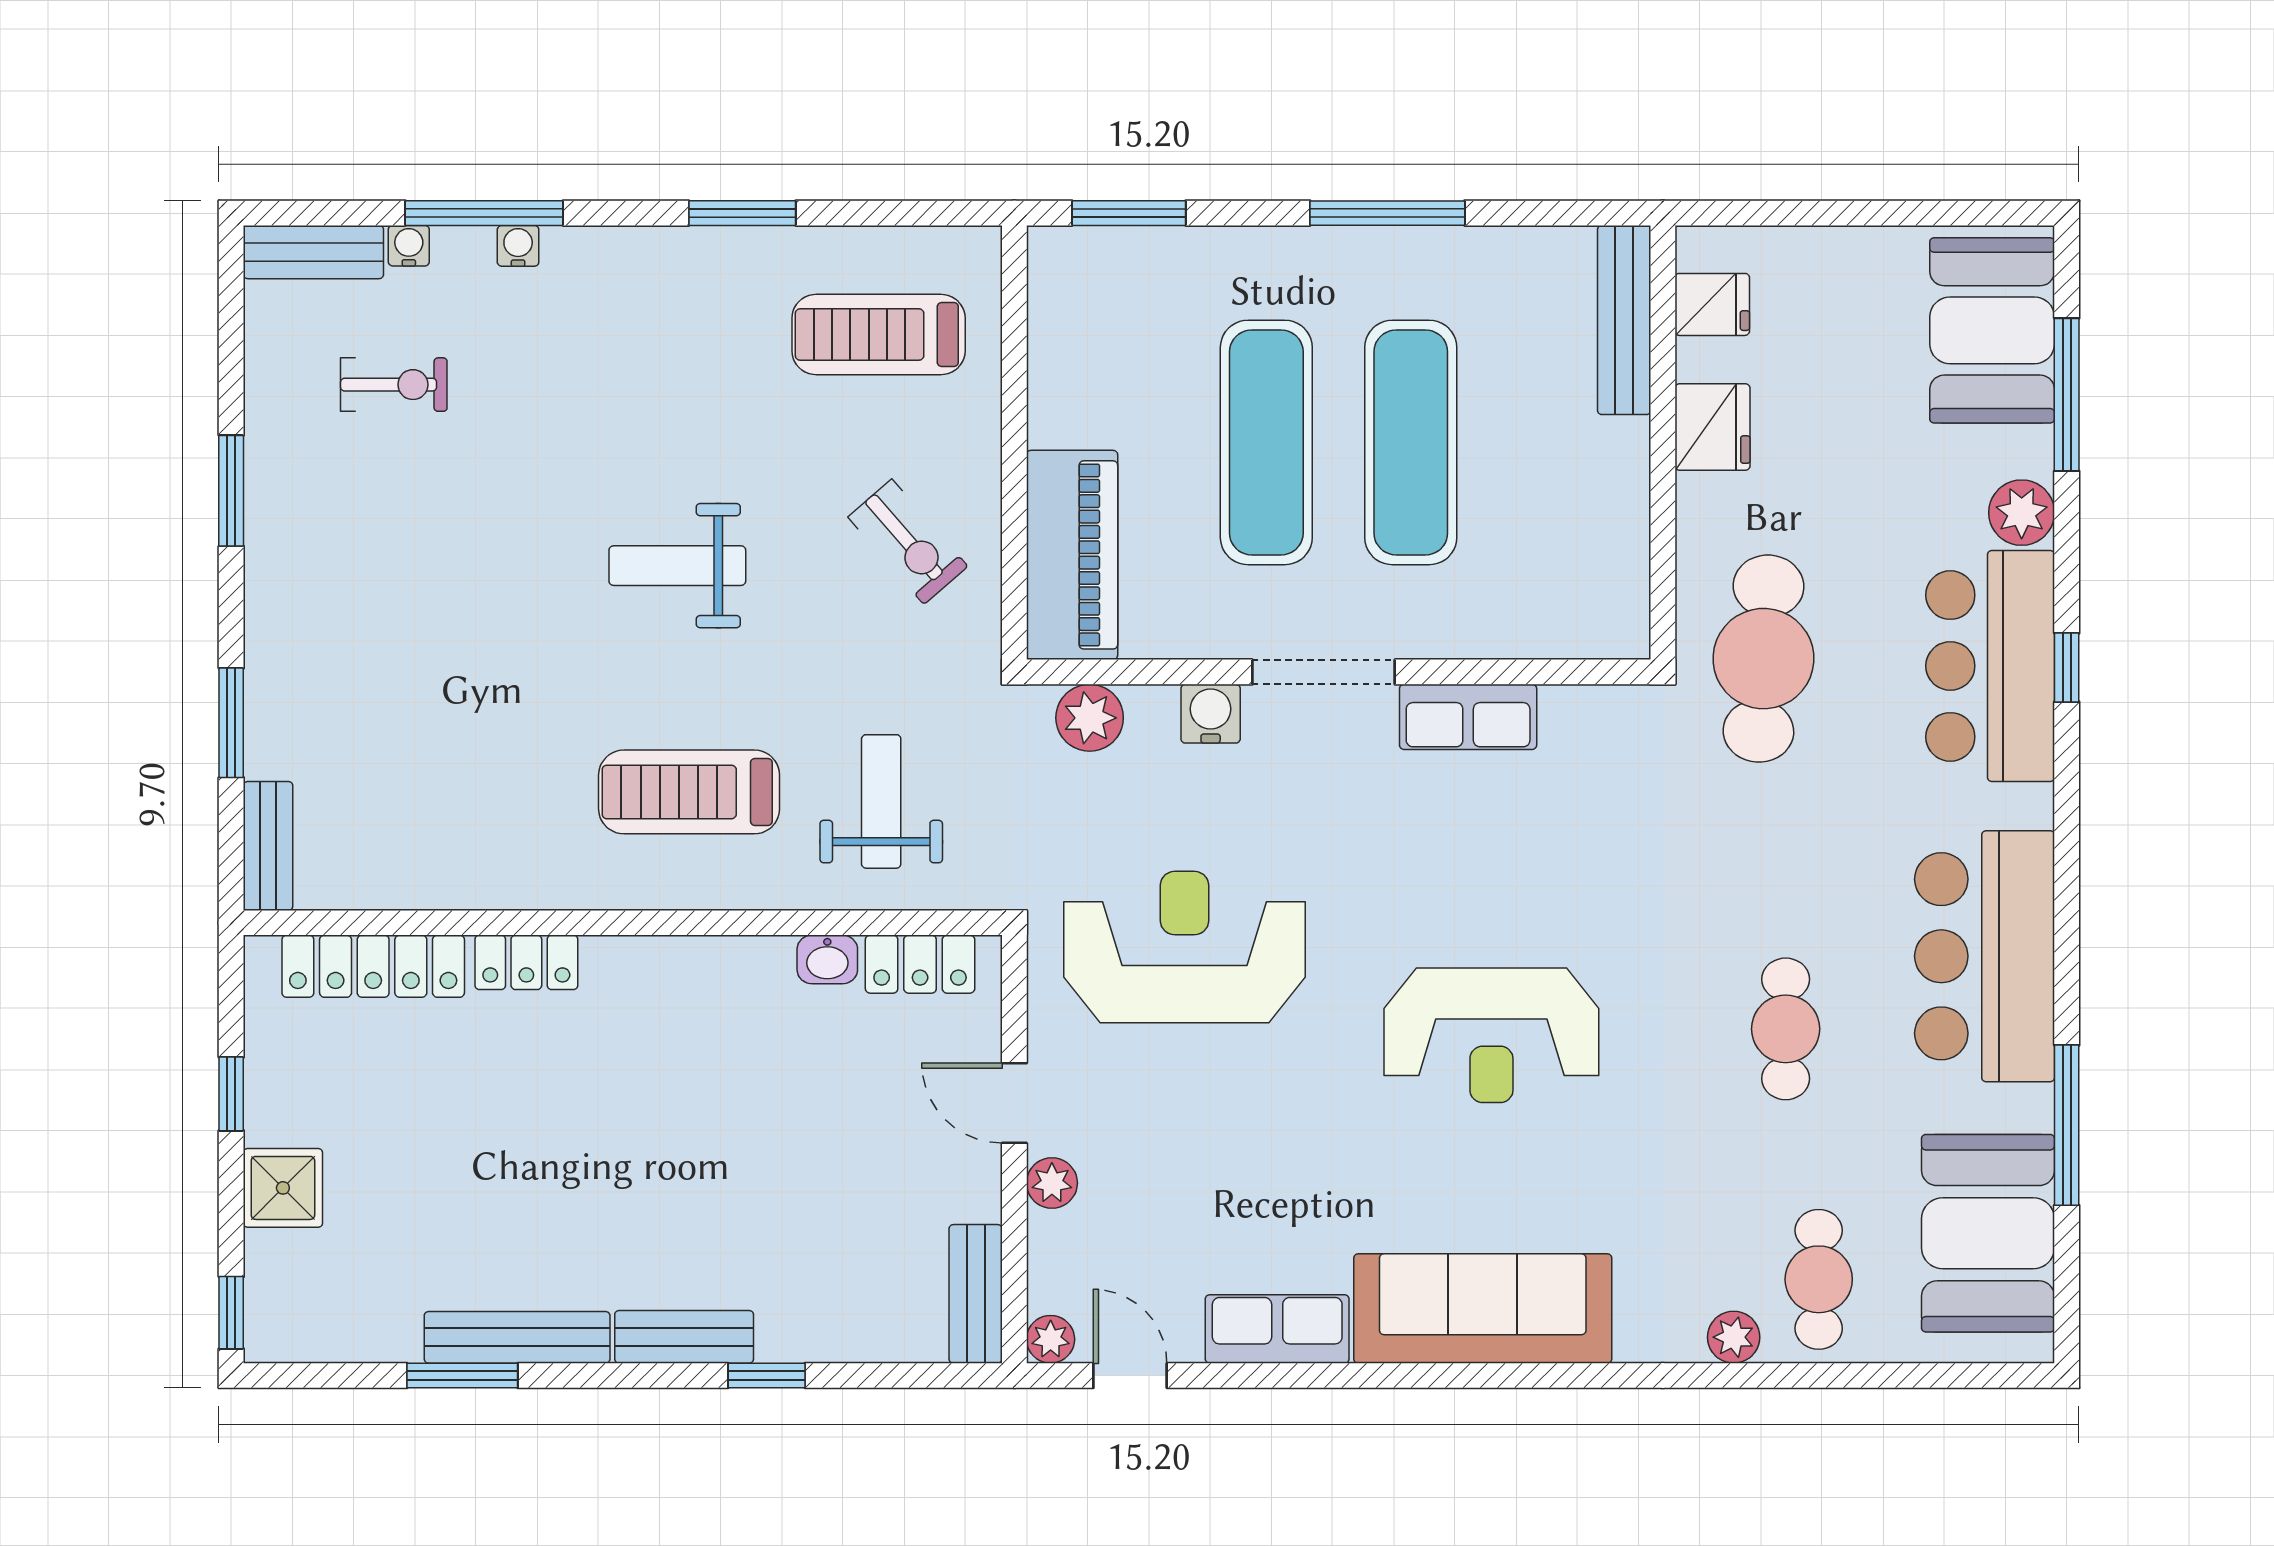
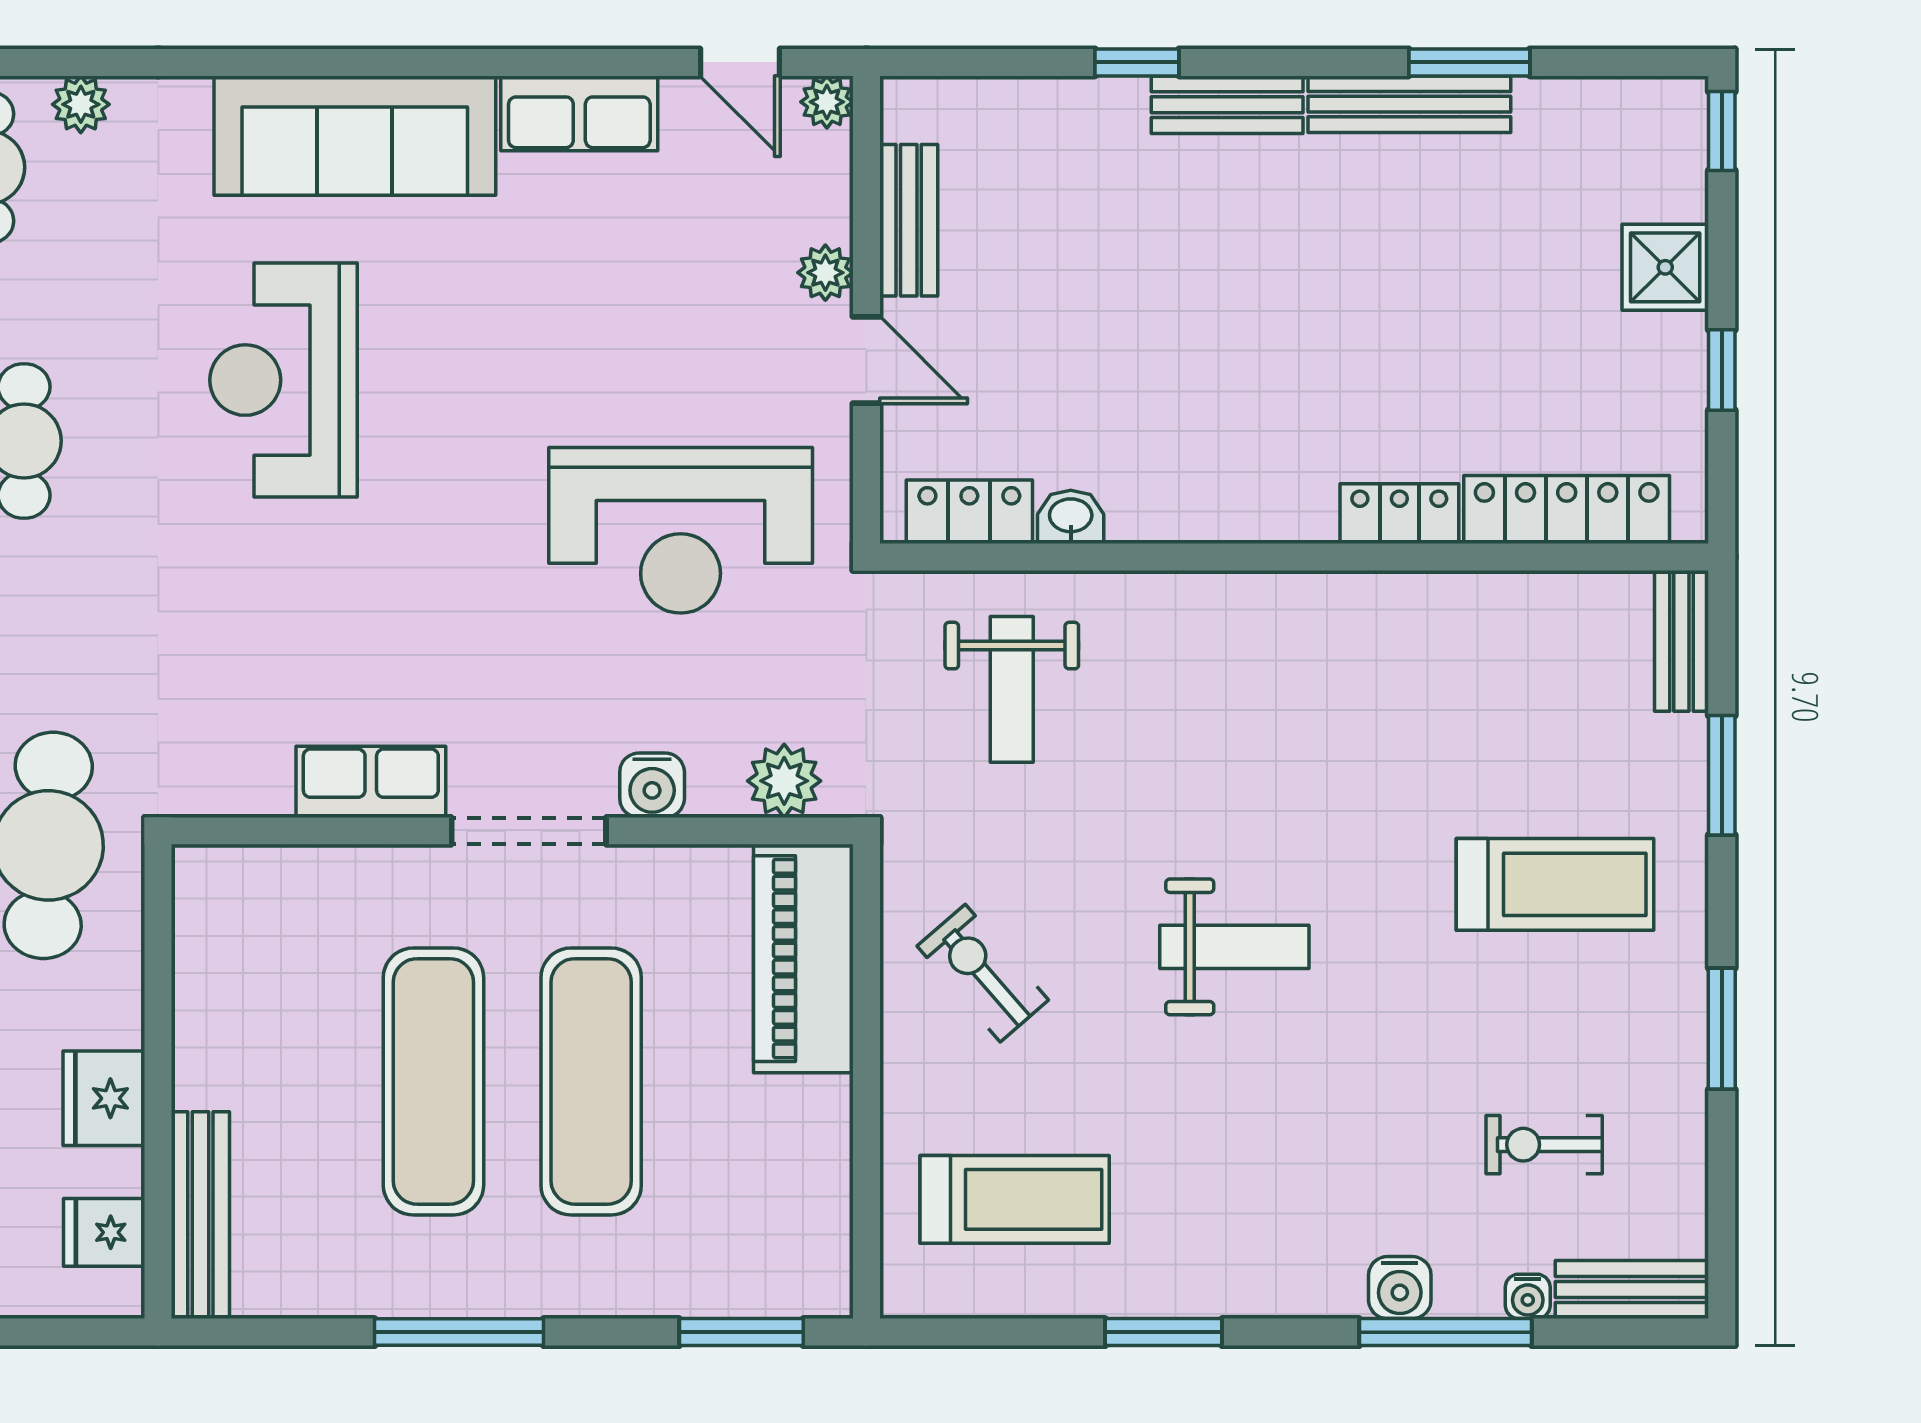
water cooler: (518, 246) -> (1400, 1288), width x1.38, depth x1.38
treadmill: (689, 792) -> (1555, 884), moved
reception desk: (1491, 1035) -> (284, 380), moved, turned -90
bench: (976, 1294) -> (909, 220), moved

